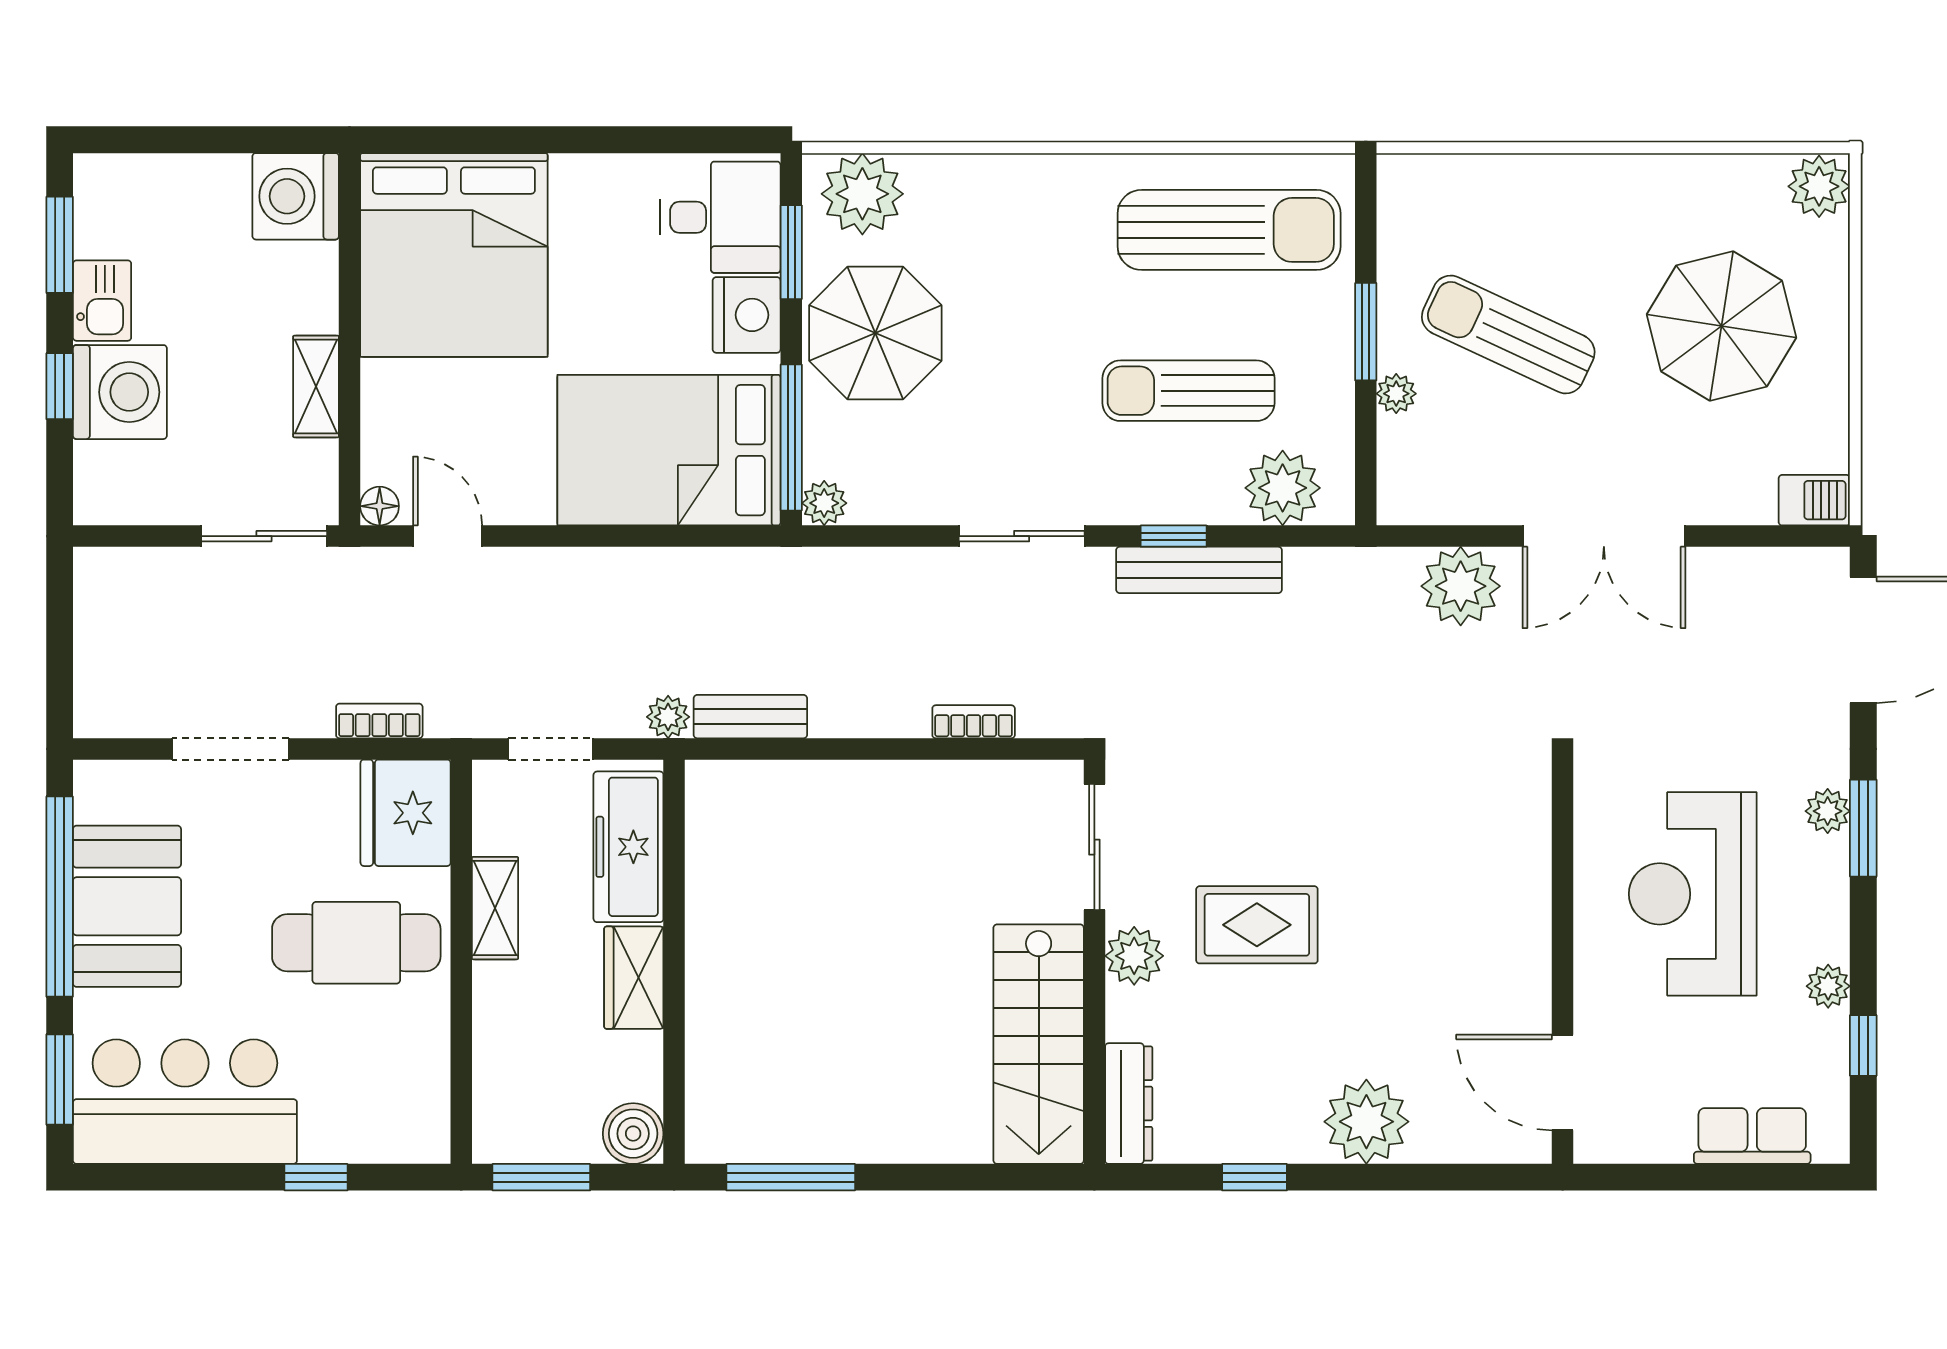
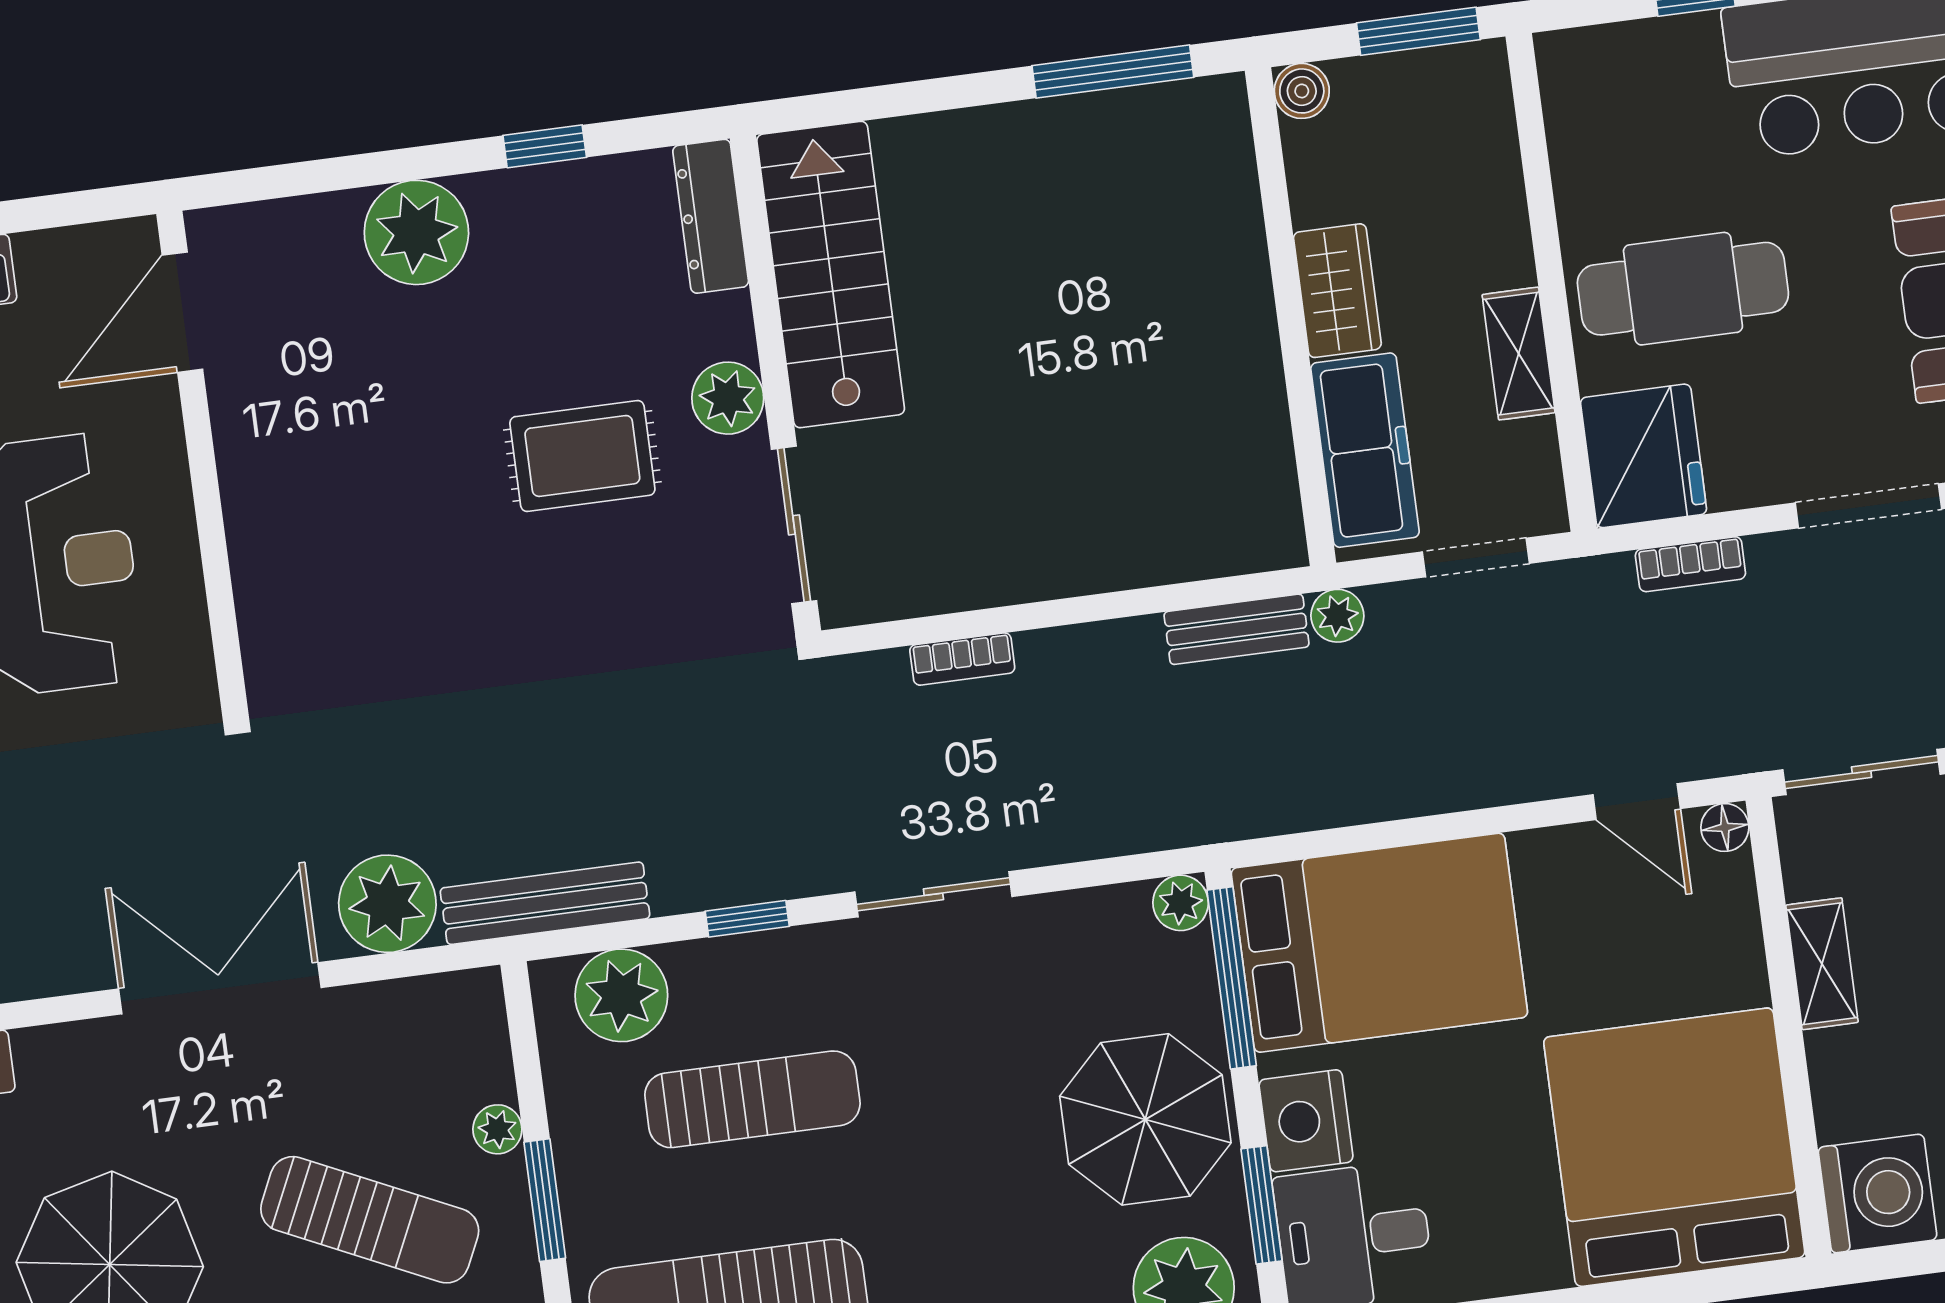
bench: (1199, 570) -> (545, 903), moved
door: (1563, 1082) -> (182, 312), swing flipped
boiler: (633, 1134) -> (1302, 91), width x0.73, depth x0.73

